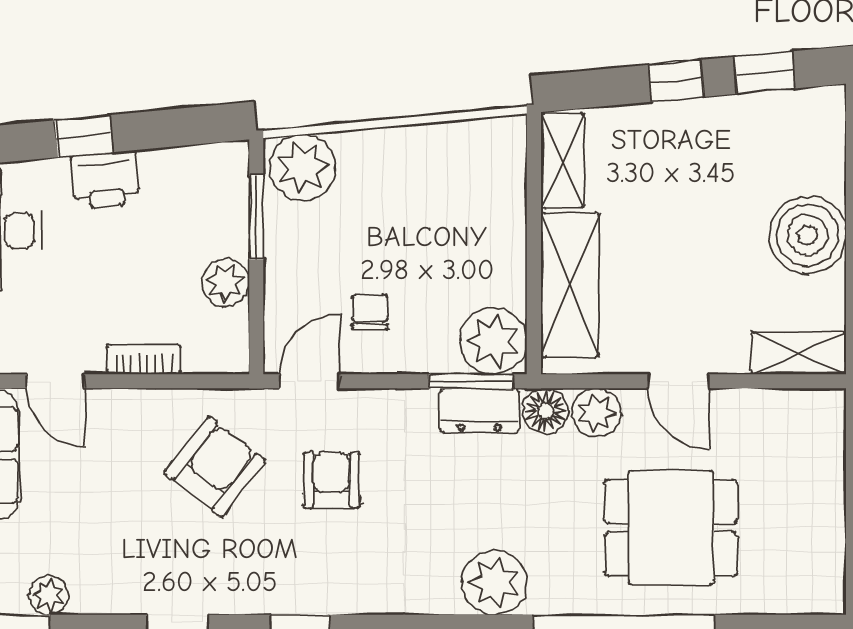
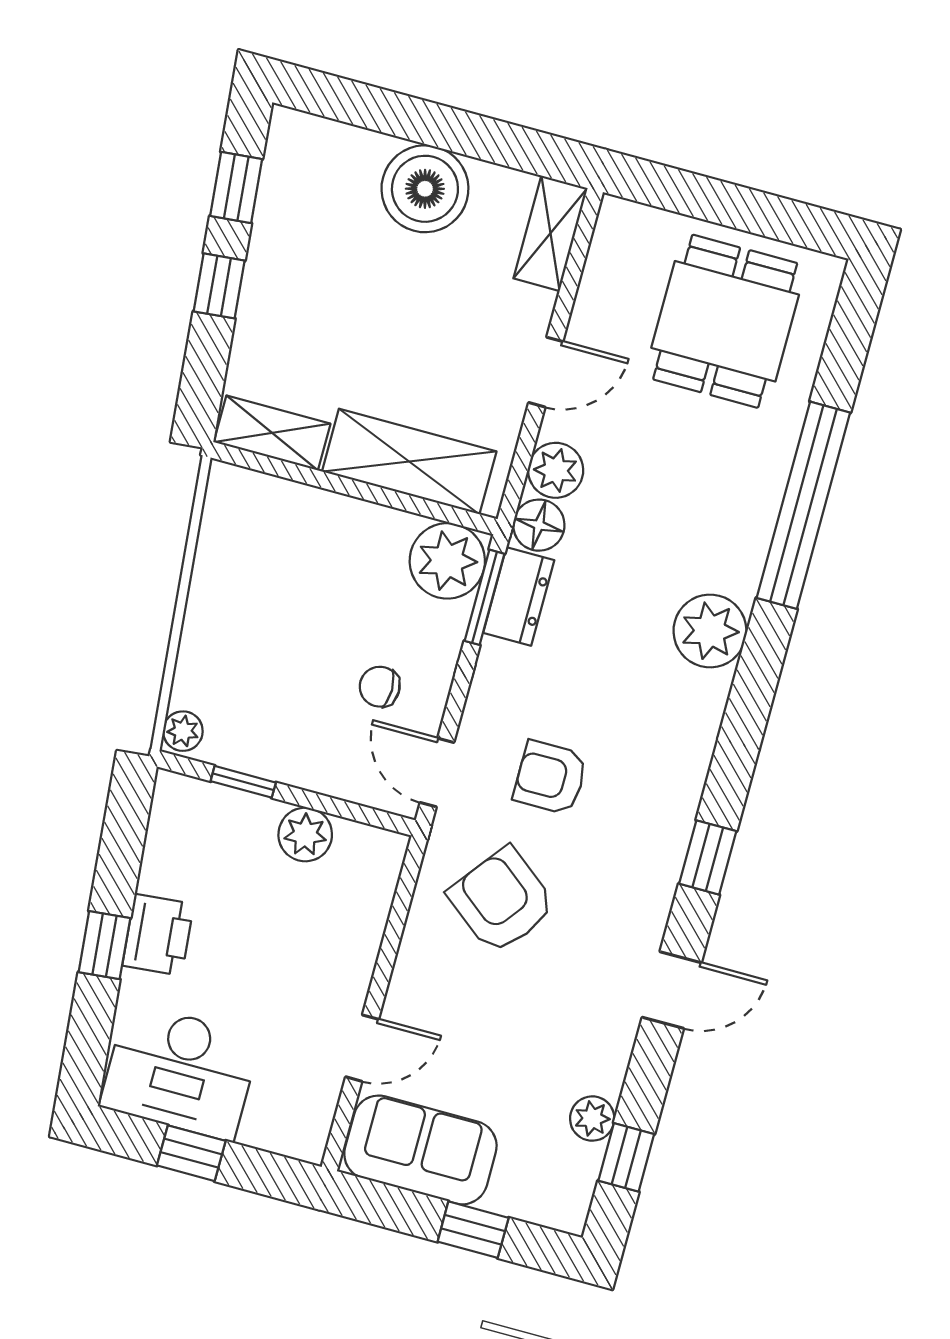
plant: (302, 167) -> (183, 731), width x0.53, depth x0.53
window: (256, 217) -> (243, 782), width x0.67
bookcase: (144, 359) -> (364, 946), removed
dining table: (671, 528) -> (725, 321), moved

